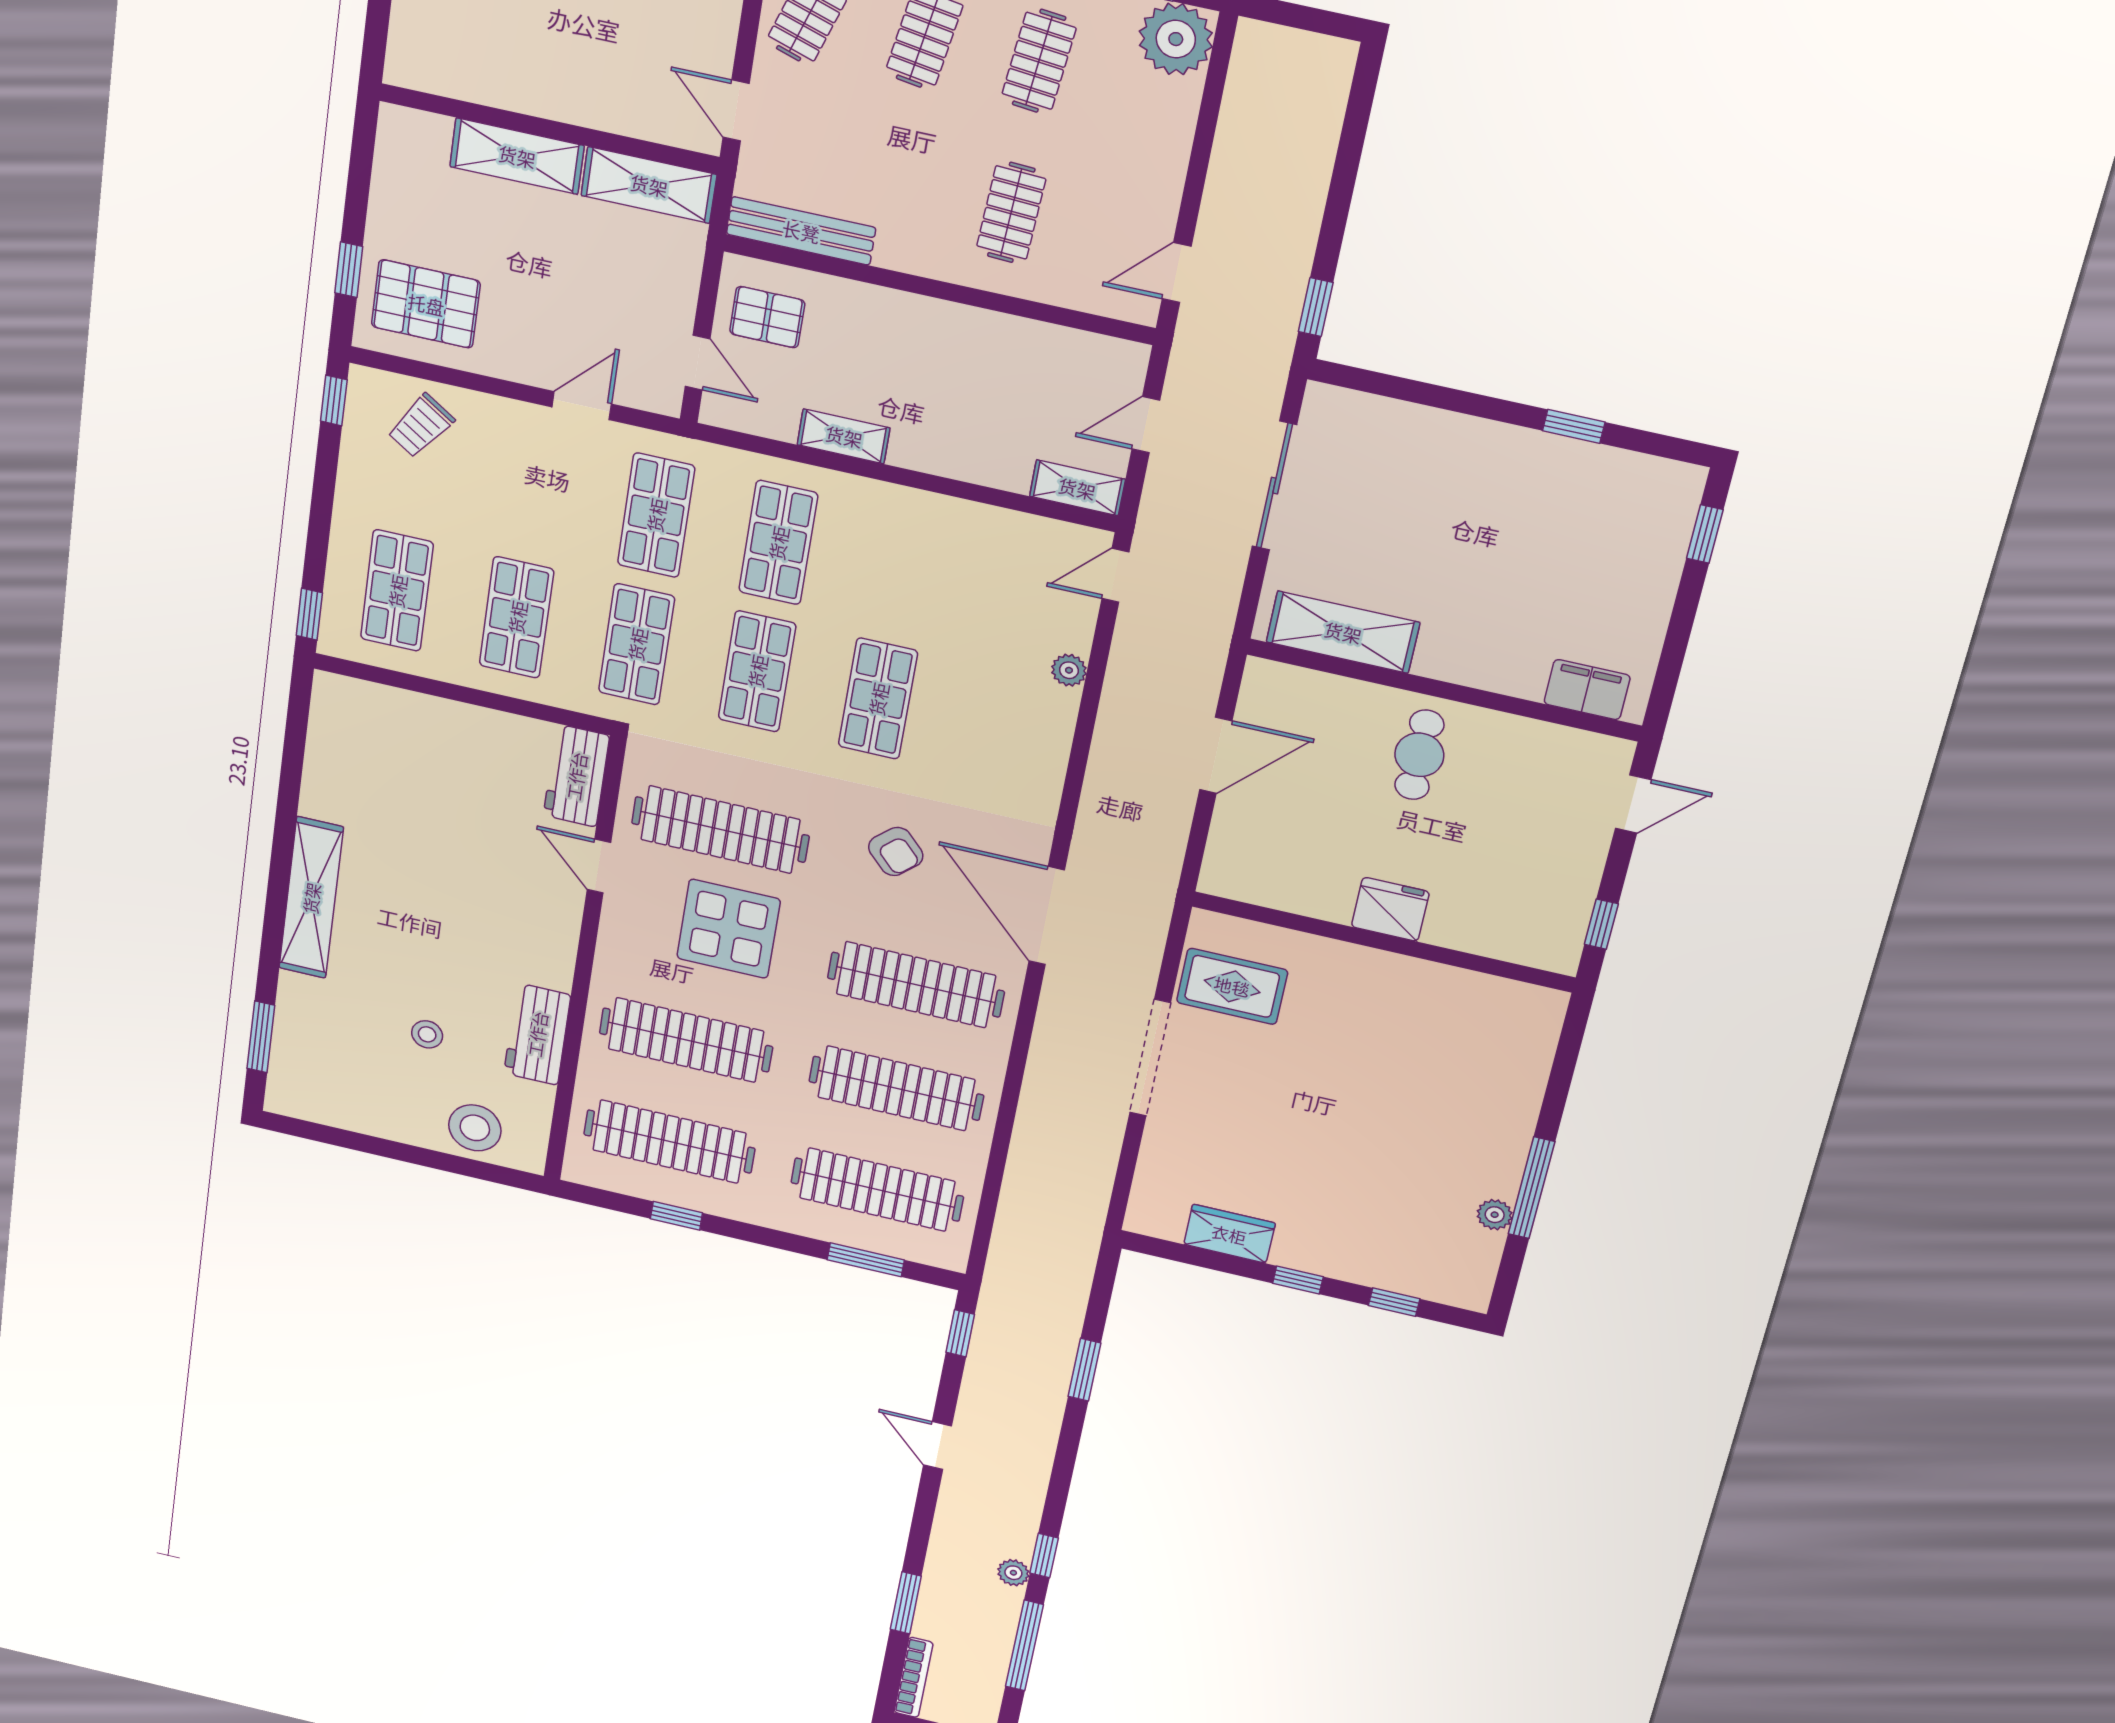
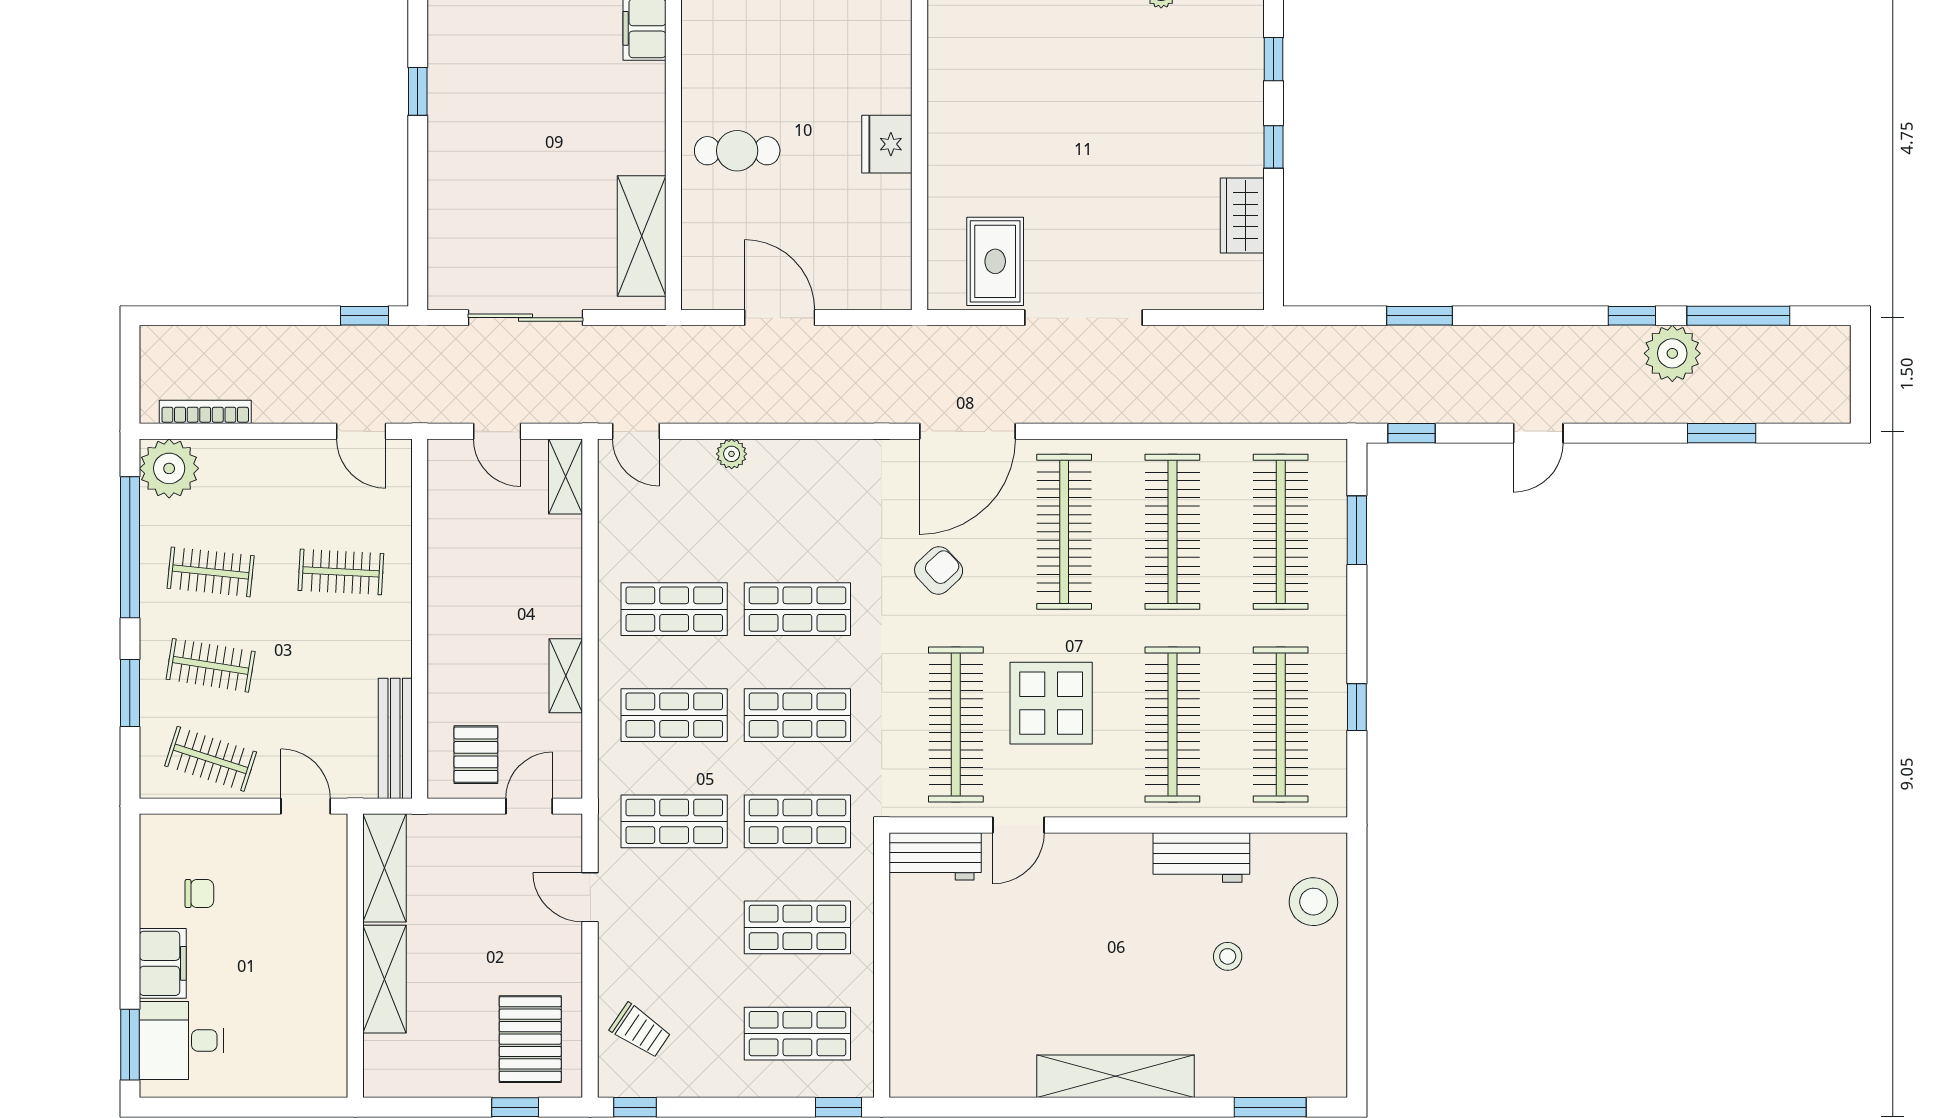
door: (736, 110) -> (306, 806), swing flipped
shop shelf: (901, 570) -> (674, 609), added
plant: (1013, 1573) -> (1672, 353), width x1.87, depth x1.87
bookcase: (914, 1677) -> (205, 412), moved

